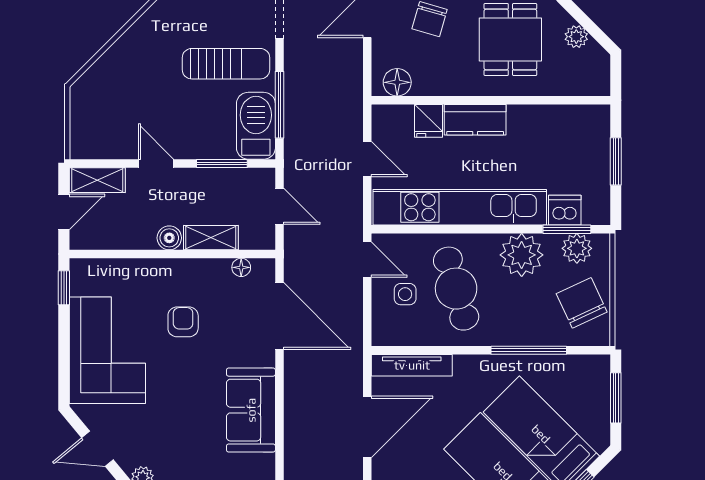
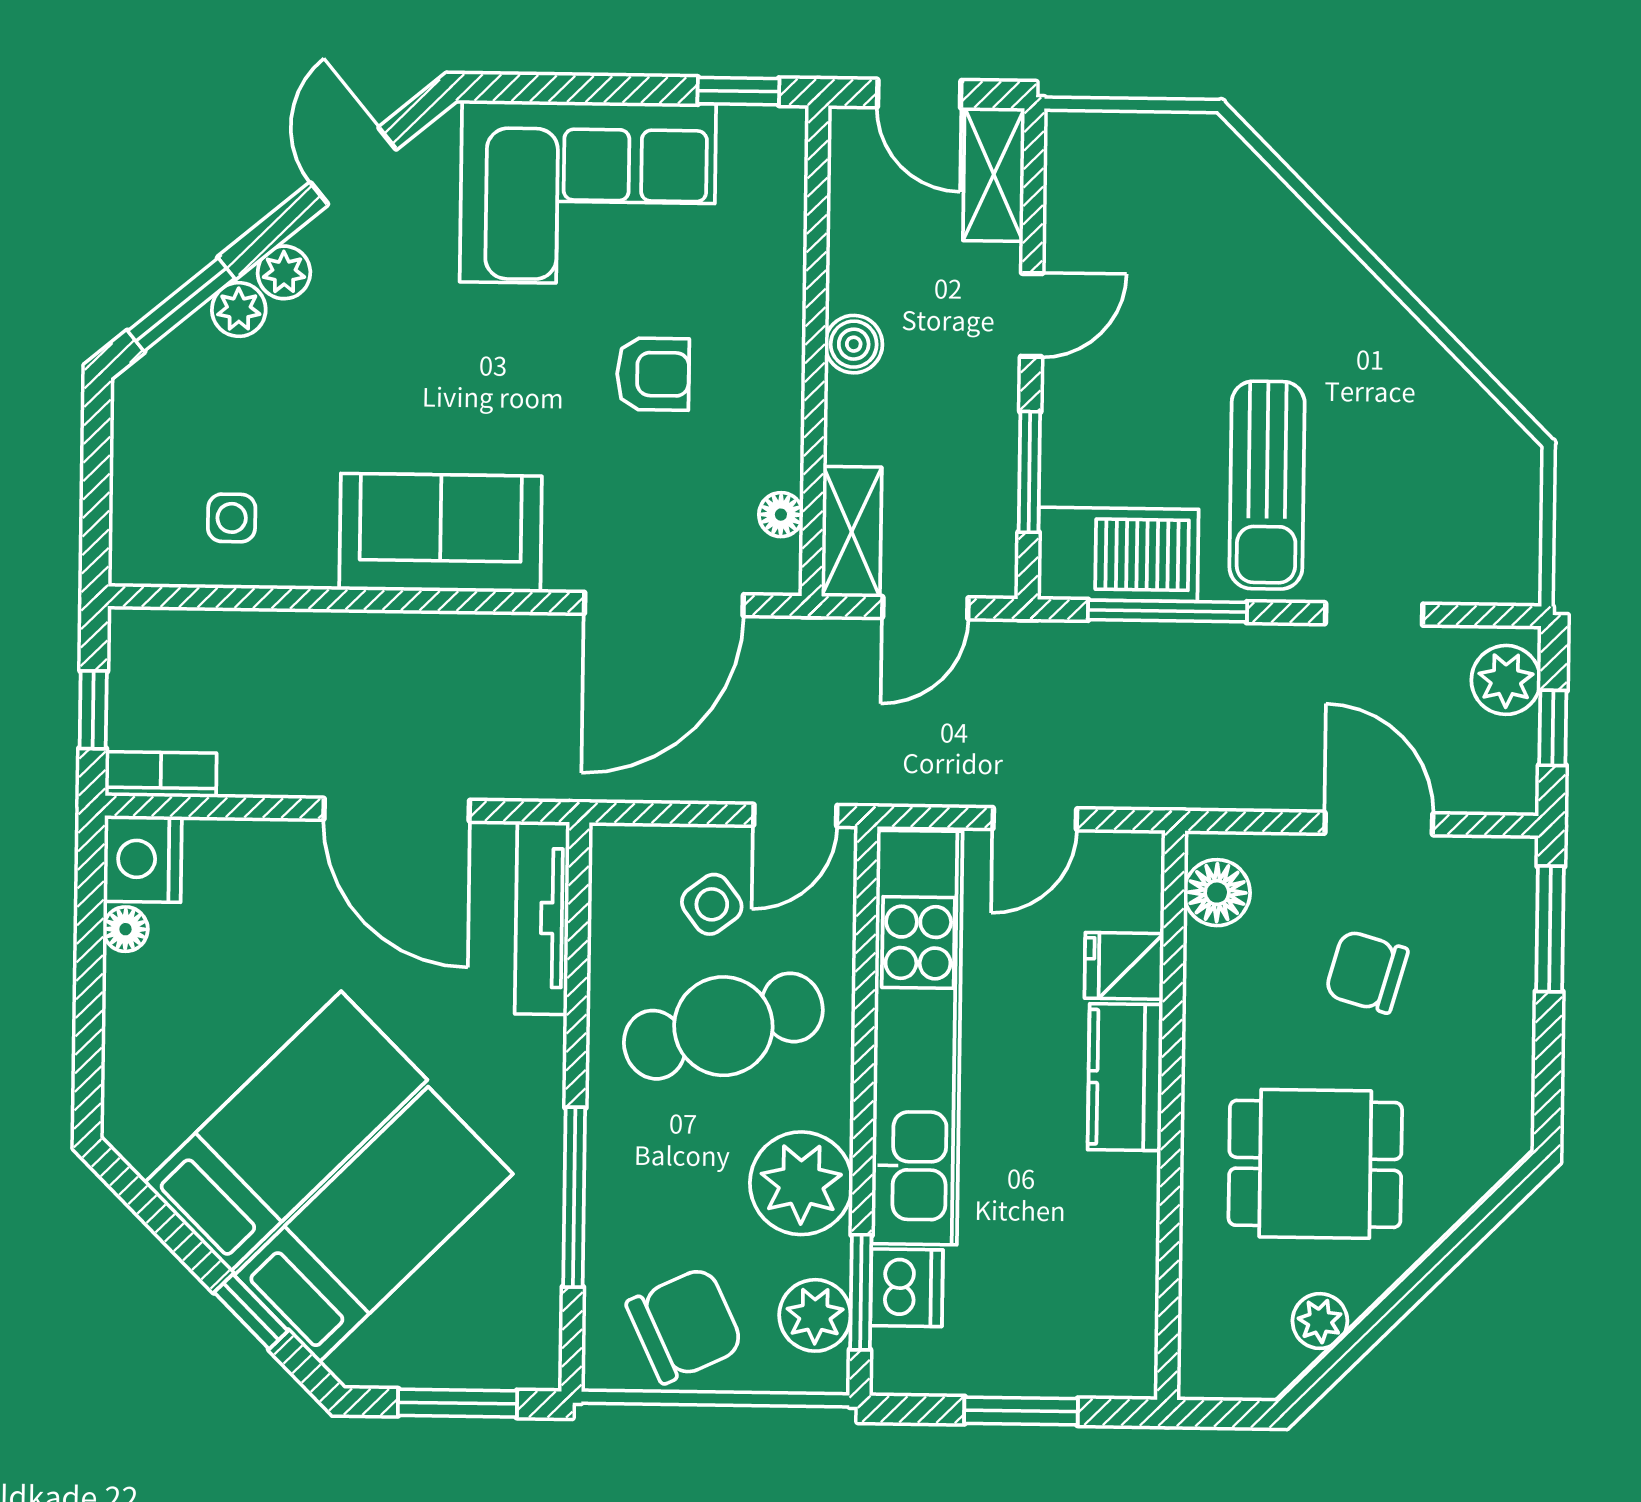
shelving: (211, 238) -> (852, 532), moved
side table: (405, 294) -> (712, 904), turned -37

